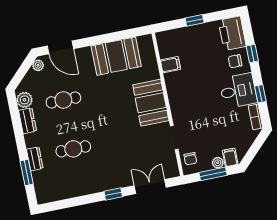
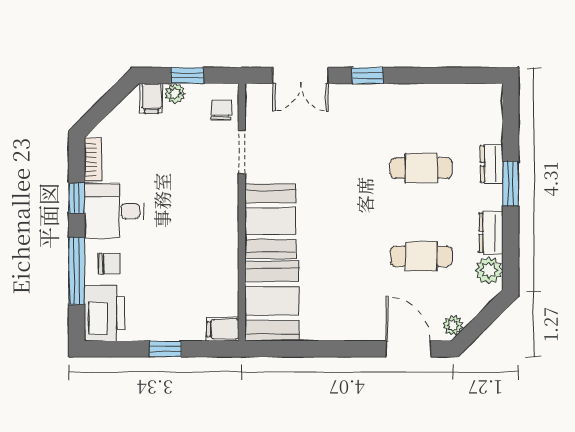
window: (252, 54) -> (77, 271), width x2.17
booth: (116, 56) -> (272, 301), moved, turned 90
filing cabinet: (170, 65) -> (223, 329), moved
window: (27, 173) -> (511, 184), moved
window: (213, 174) -> (187, 76), width x0.67

